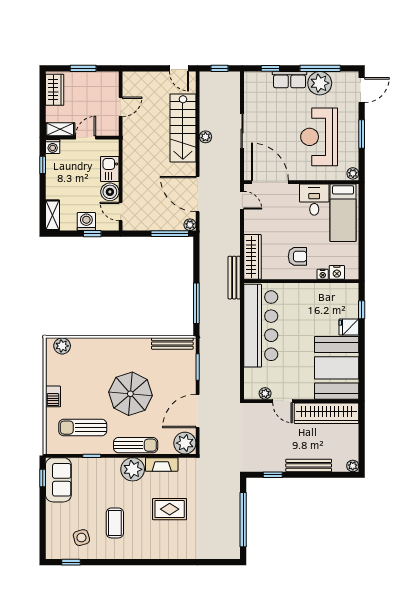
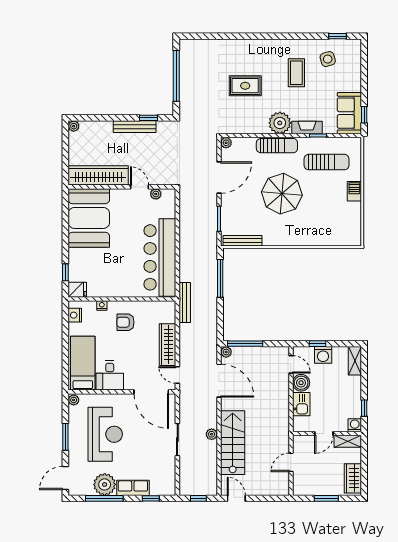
wardrobe: (252, 257) -> (168, 345), moved
nightstand: (337, 272) -> (75, 315), moved, turned -90
fridge: (349, 327) -> (77, 290), moved
plant: (62, 346) -> (346, 238), removed
plant: (185, 443) -> (226, 143), width x0.53, depth x0.53
sun lounger: (136, 445) -> (277, 146), turned 180
fireplace: (162, 464) -> (307, 127), moved
bench: (309, 465) -> (135, 127), moved

